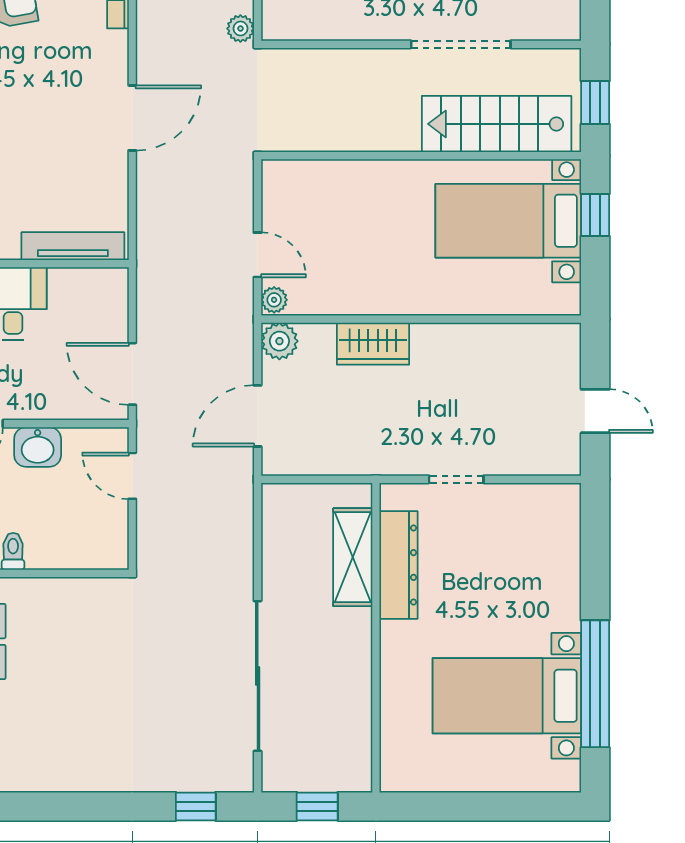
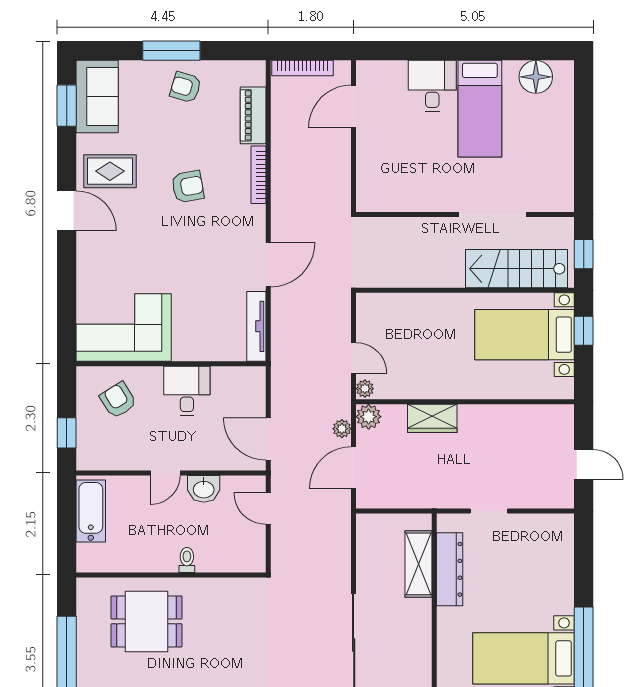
plant: (240, 29) -> (342, 429), moved
tv unit: (73, 246) -> (256, 326), moved, turned -90

